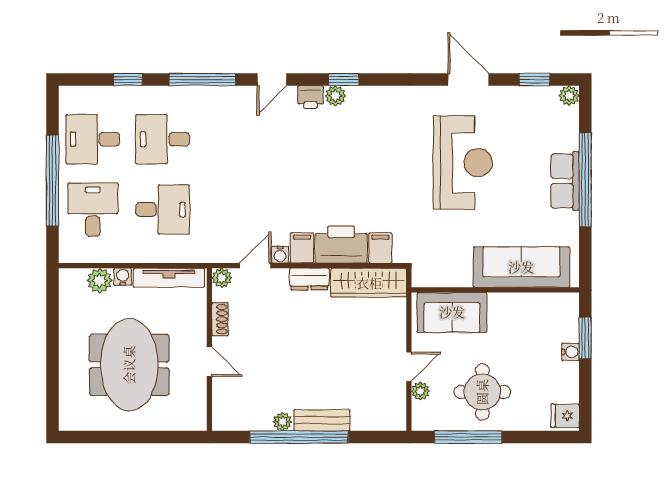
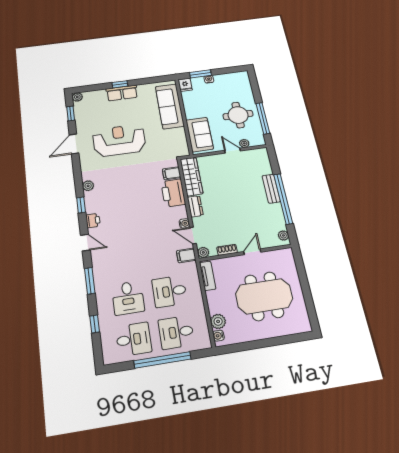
window: (202, 79) -> (90, 281), width x0.69
plant: (335, 96) -> (88, 186), moved
desk: (93, 139) -> (134, 339), turned -90
window: (585, 180) -> (120, 84), width x0.32
desk: (163, 209) -> (169, 291), turned -90
filing cabinet: (302, 248) -> (186, 255), moved
water cooler: (123, 277) -> (218, 336), moved
tv unit: (169, 278) -> (208, 276), width x0.71
fridge: (565, 416) -> (185, 85), moved
plant: (283, 422) -> (283, 235), moved

